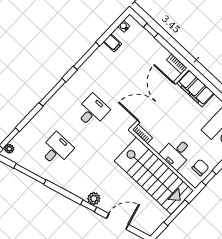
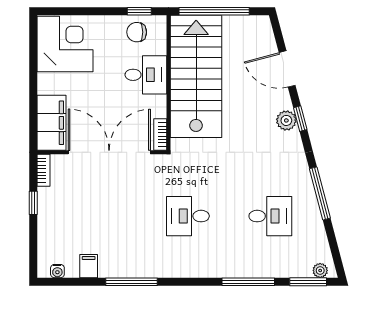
window: (151, 30) -> (33, 203), moved
window: (52, 92) -> (248, 282), moved
double door: (156, 102) -> (109, 152), swing flipped
desk: (56, 149) -> (270, 216), turned 180
window: (30, 174) -> (320, 193), moved
window: (176, 213) -> (214, 11), width x1.46

